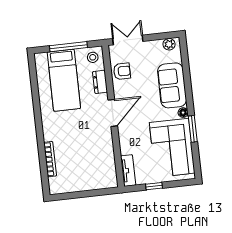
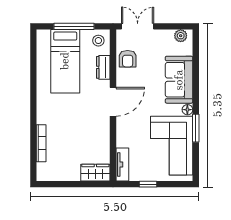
armchair: (122, 71) -> (128, 59), turned 90
wardrobe: (104, 181) -> (95, 173), added

